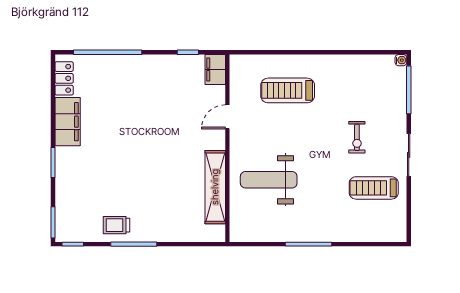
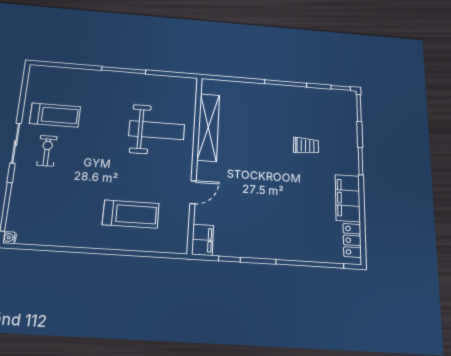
exercise bike: (357, 137) -> (47, 151), moved
trolley: (116, 225) -> (306, 146), moved

